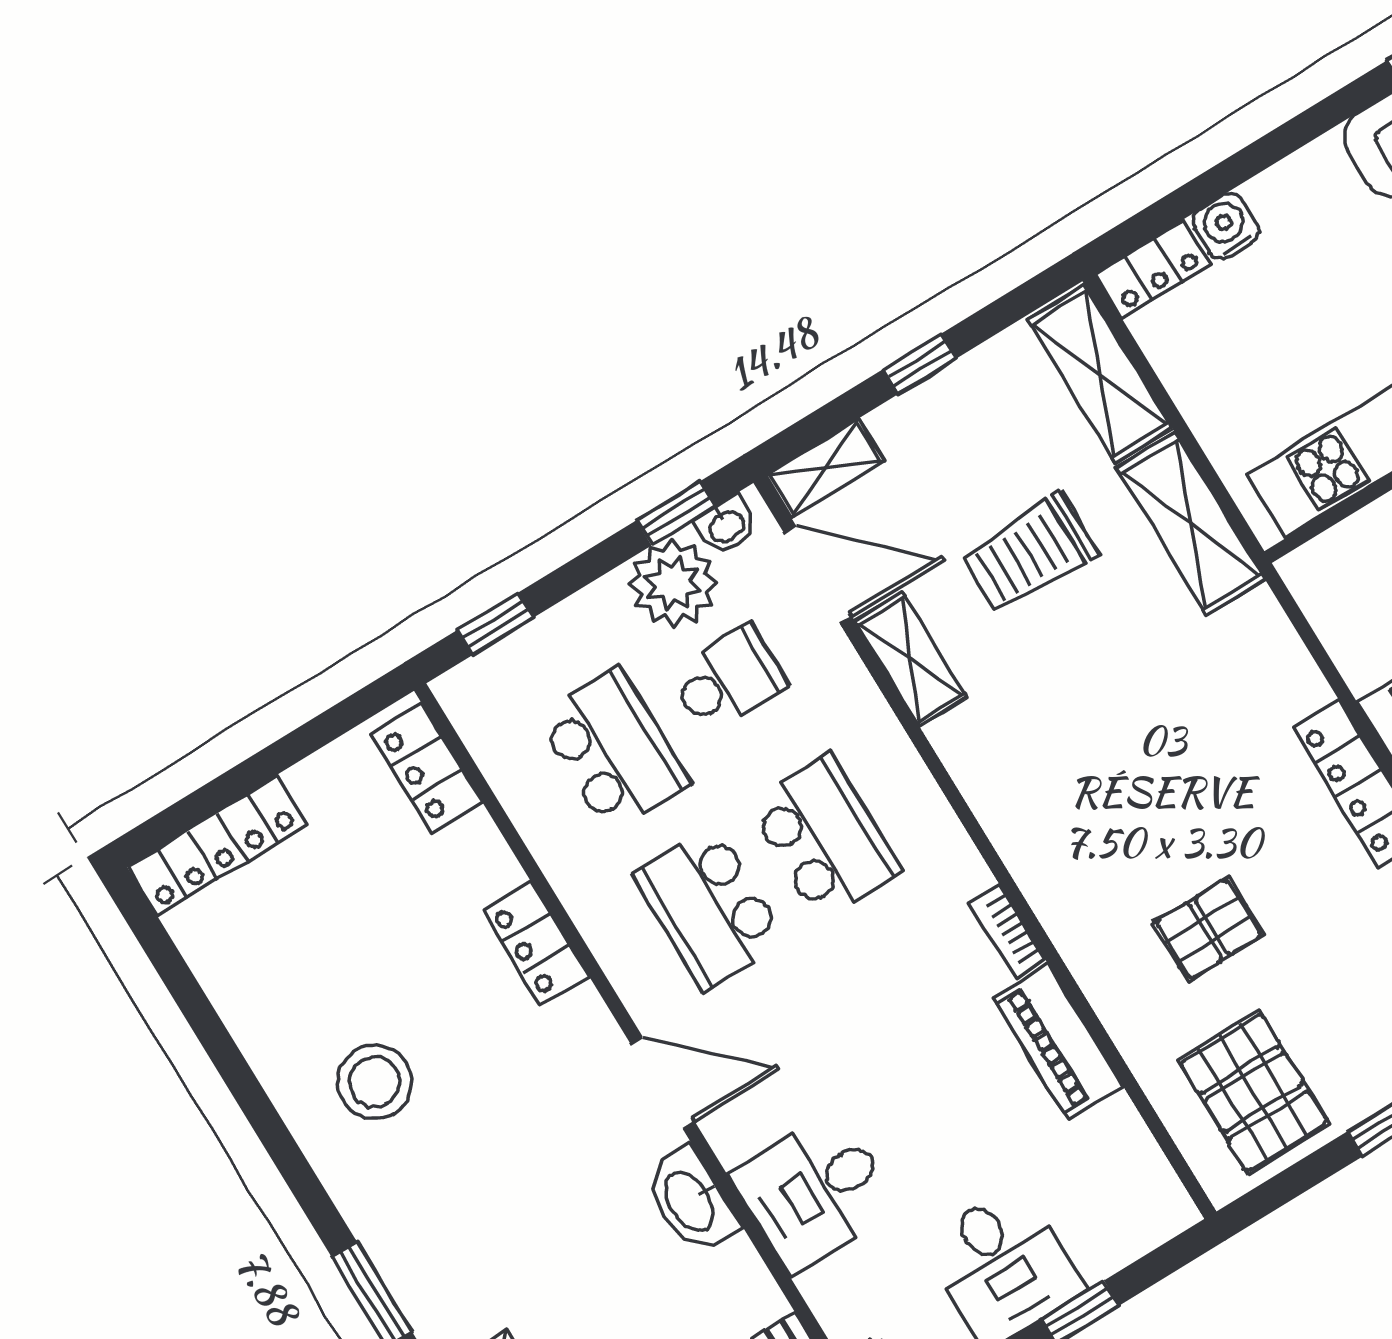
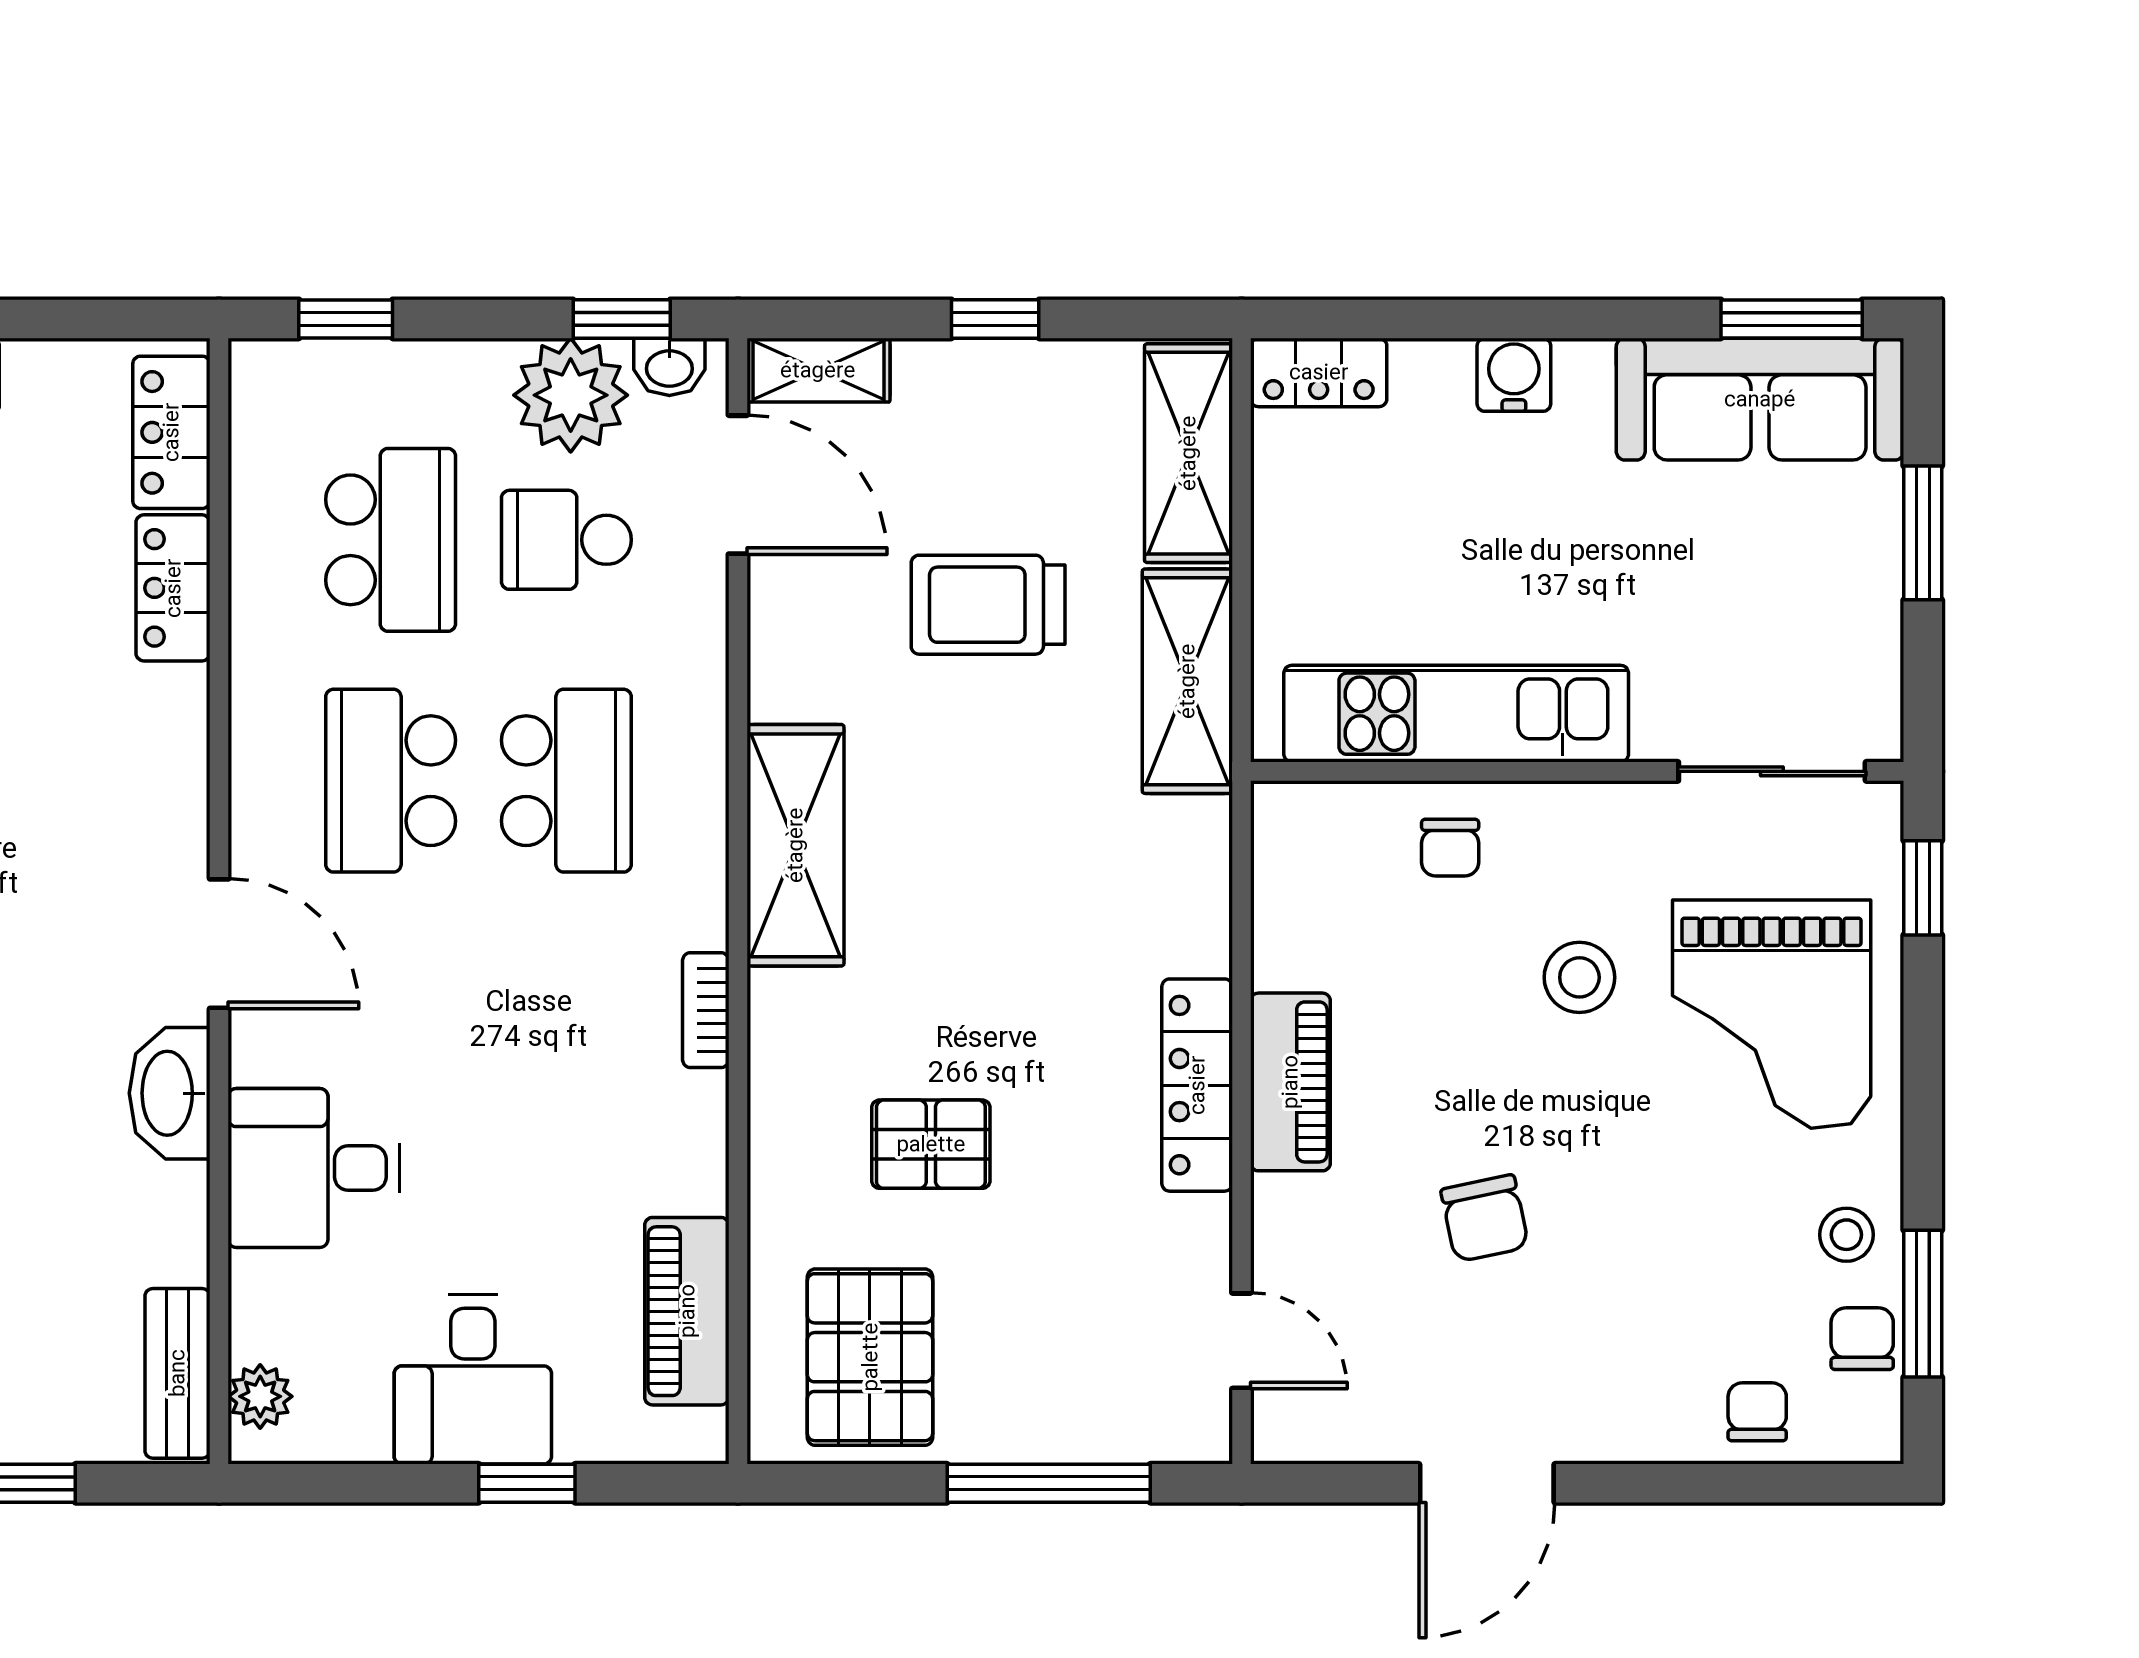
water cooler: (1226, 226) -> (1514, 375), moved
shelving: (911, 660) -> (795, 845), moved, width x1.50, depth x1.33
school desk: (728, 680) -> (566, 540), turned 180
locker: (536, 944) -> (173, 588), moved
piano: (1058, 1042) -> (687, 1311), moved

